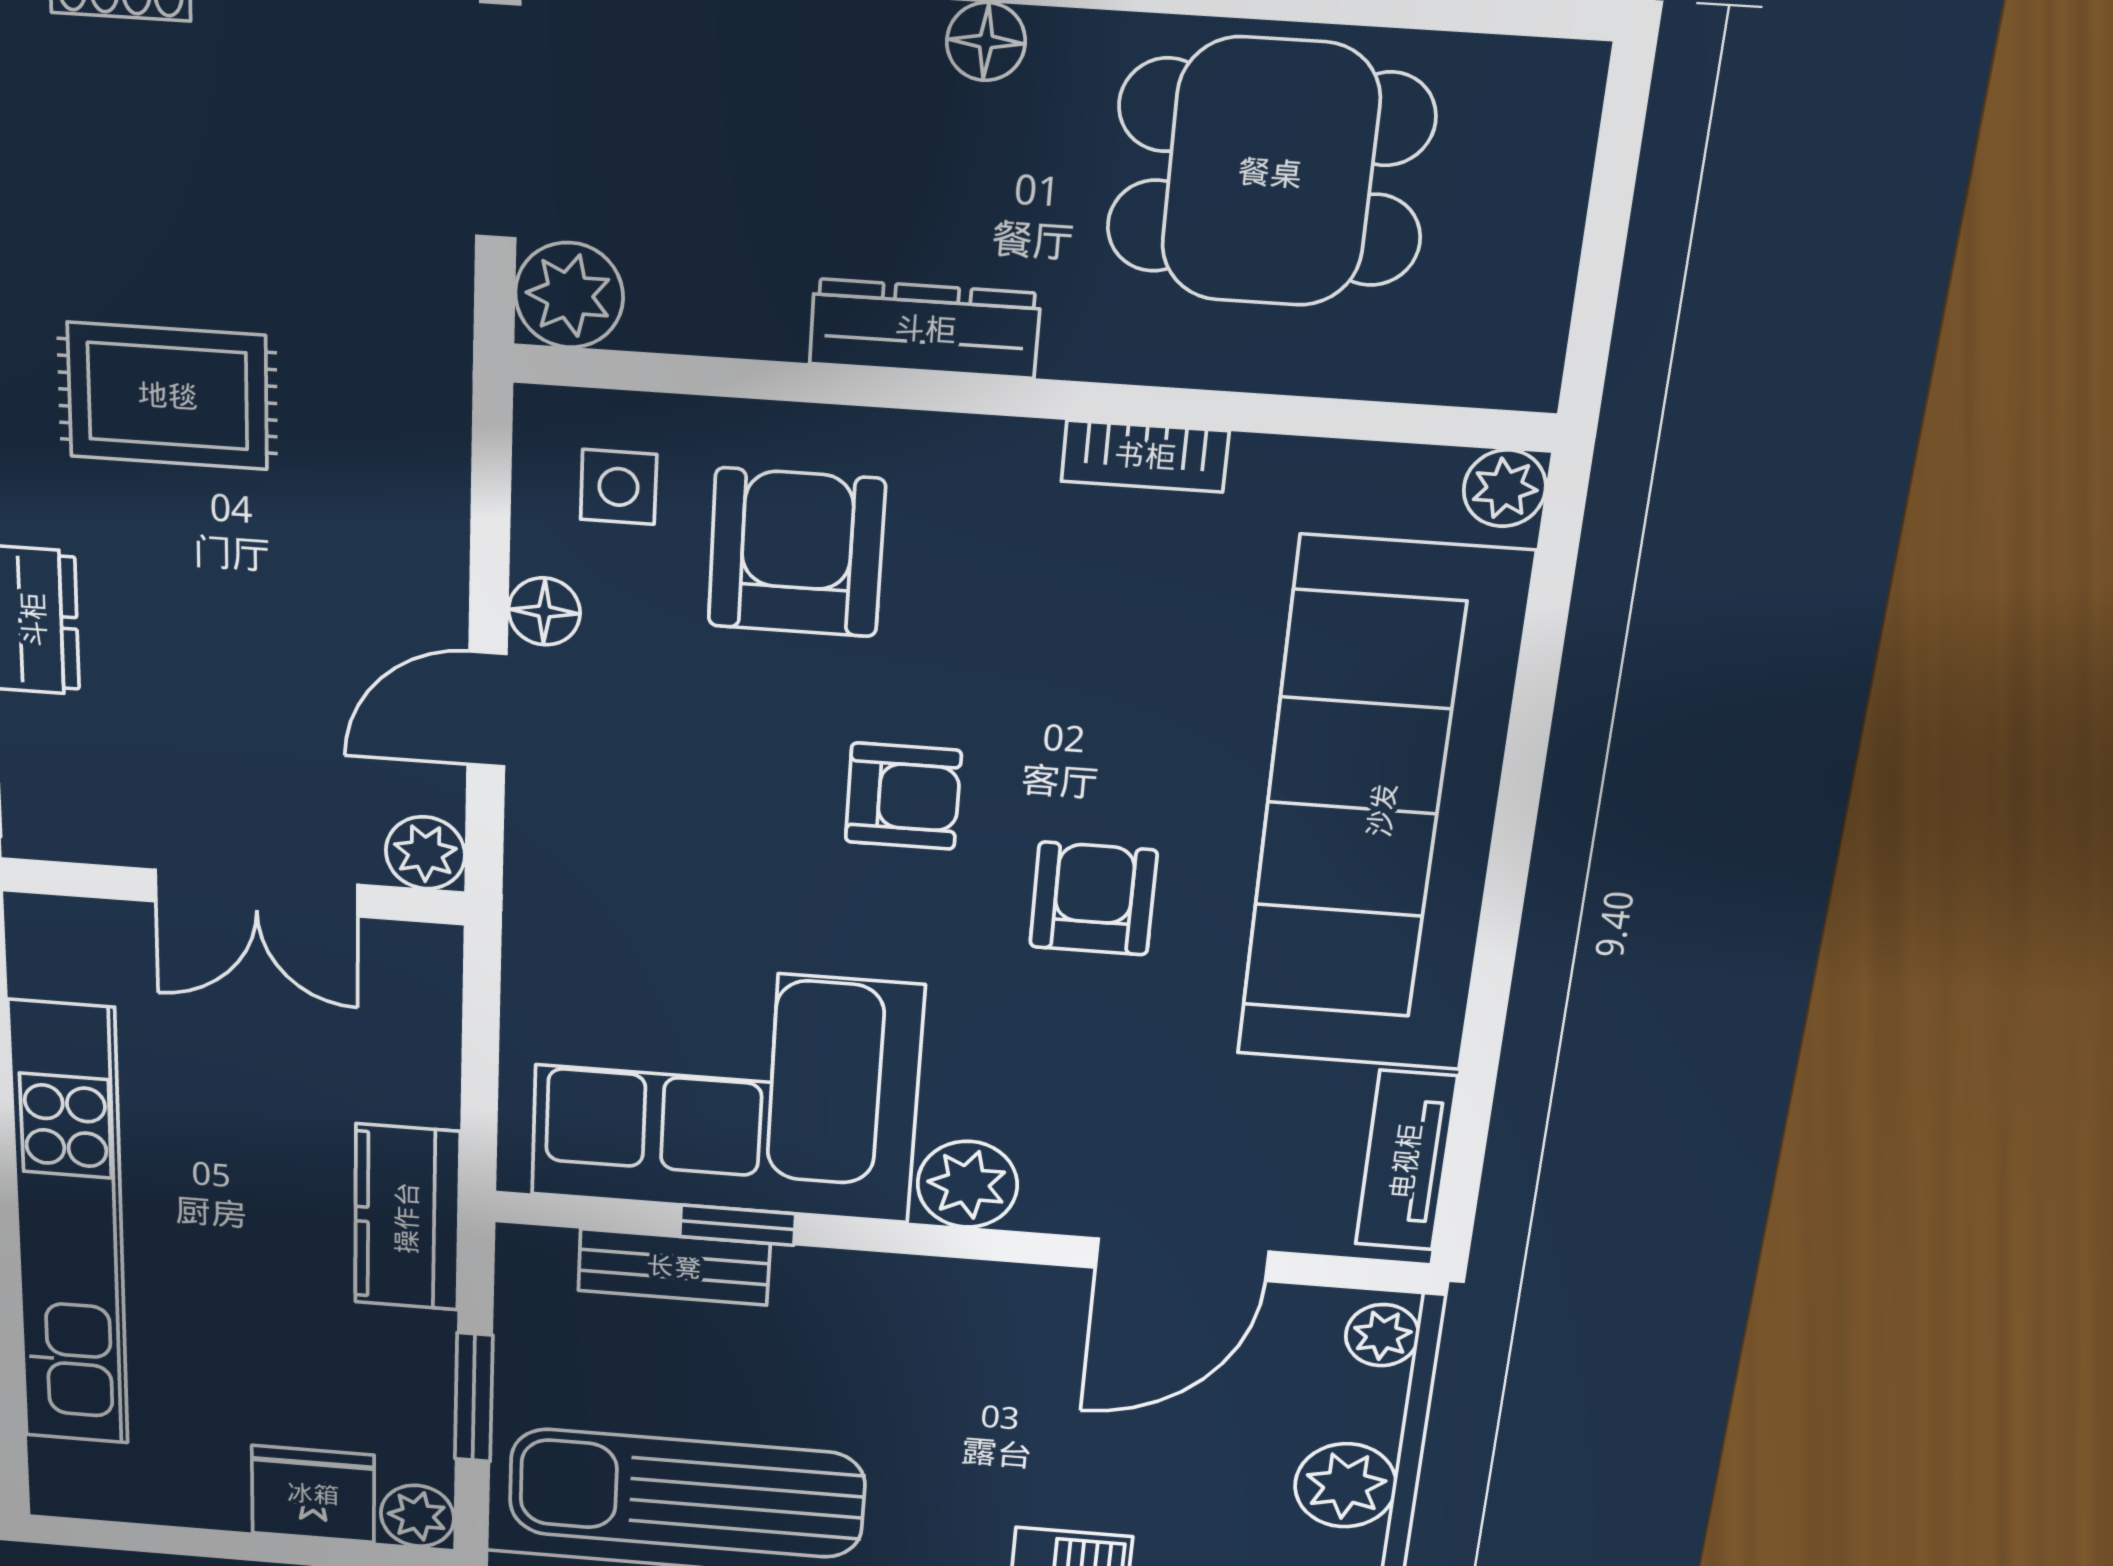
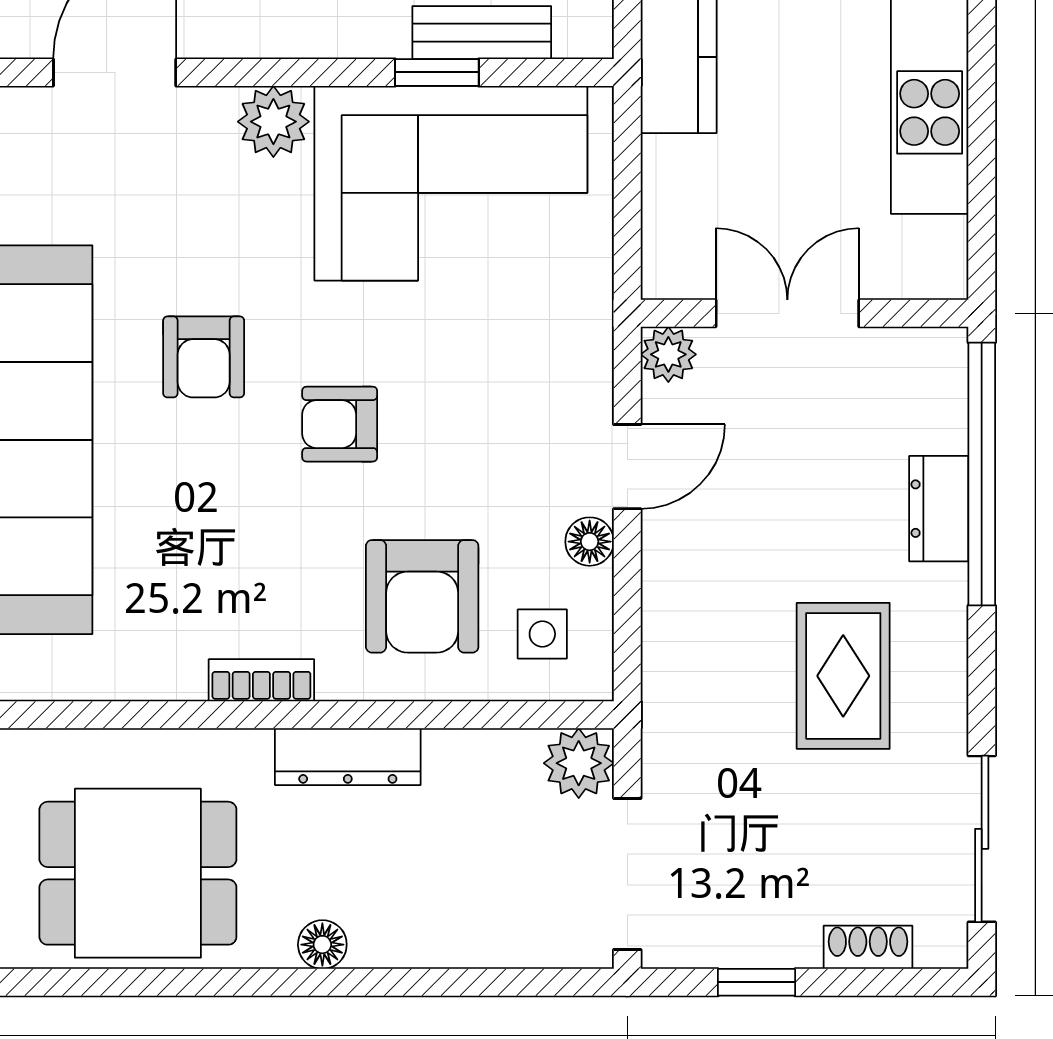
rug: (168, 396) -> (843, 676), turned 90
bookcase: (1145, 456) -> (261, 680), moved

